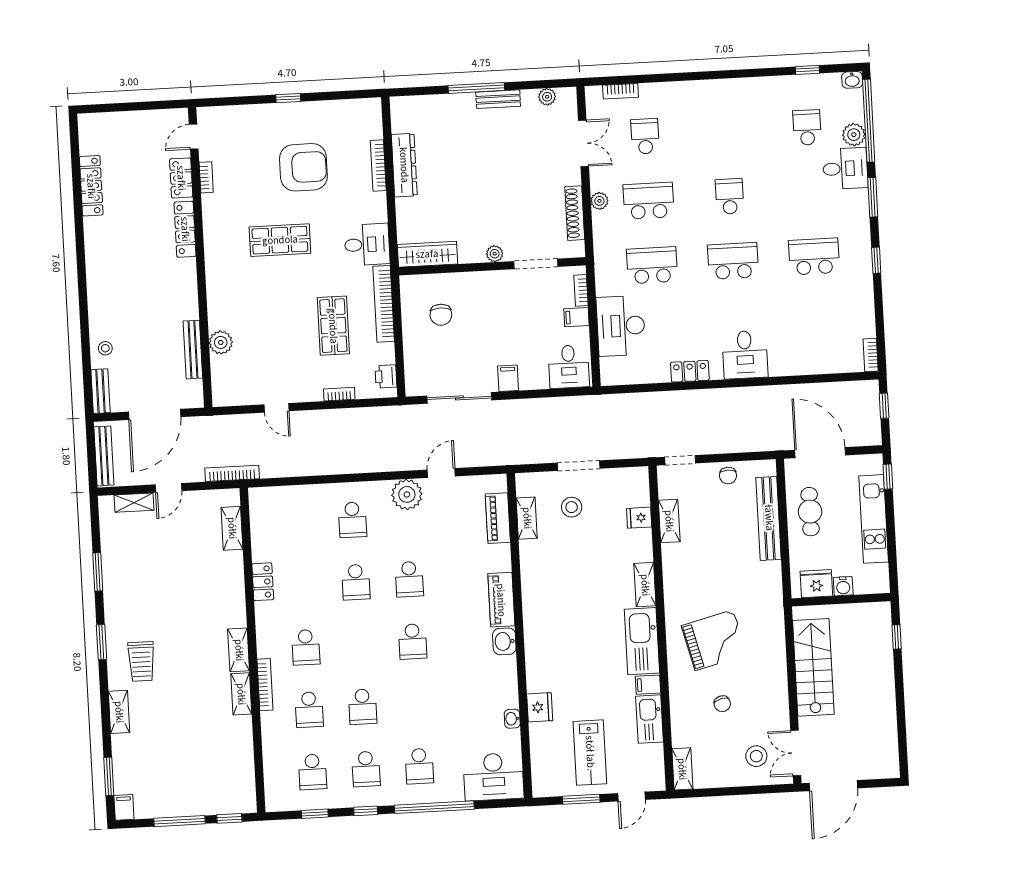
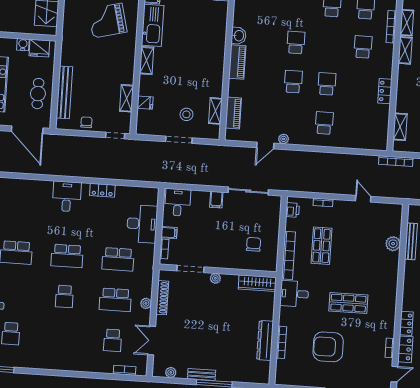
locker: (185, 229) -> (406, 323), width x0.66
plant: (407, 494) -> (284, 139), width x0.53, depth x0.53

